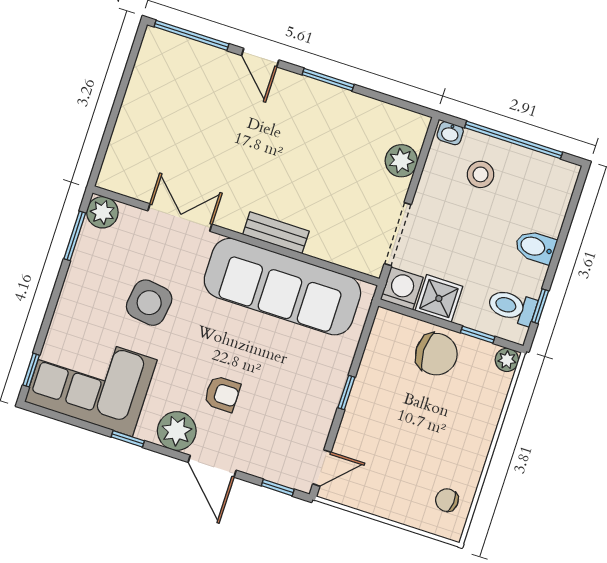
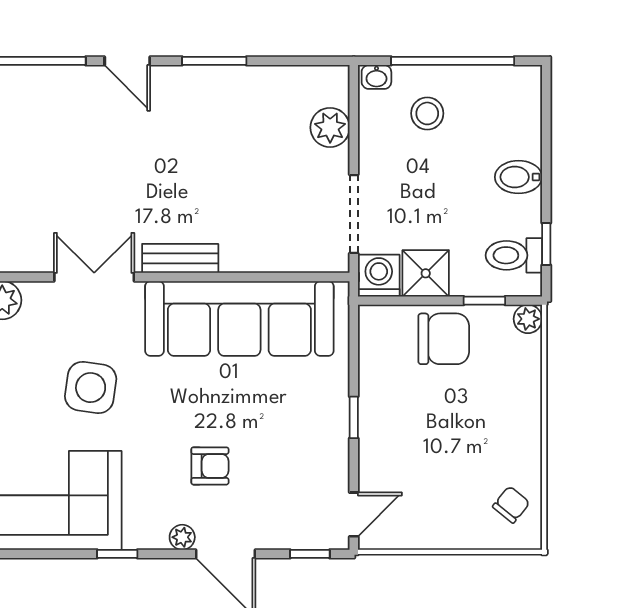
bench: (276, 233) -> (180, 258), moved
plant: (177, 431) -> (182, 537), width x0.53, depth x0.53
chair: (447, 500) -> (511, 505), turned 125

